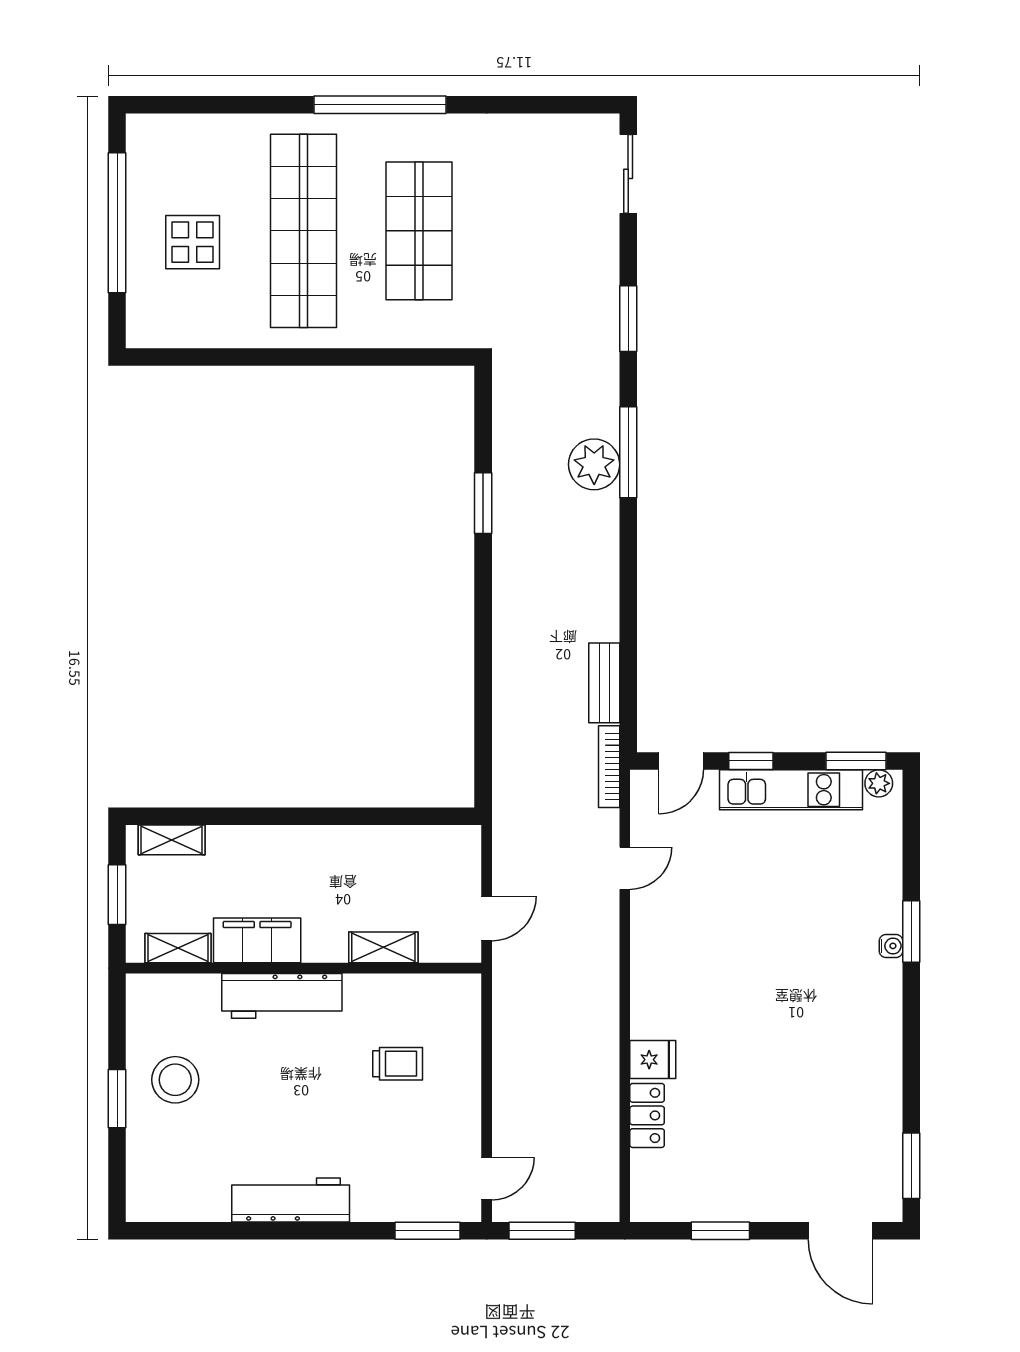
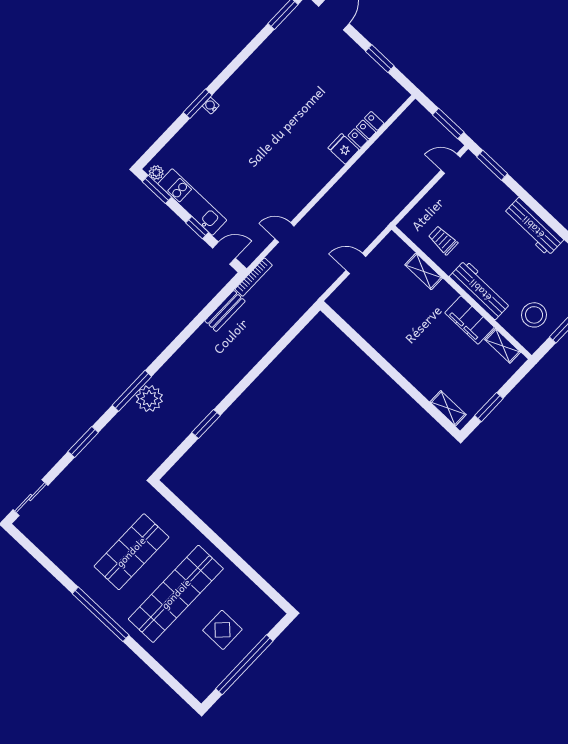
filing cabinet: (257, 940) -> (469, 320), moved
shelving: (383, 947) -> (424, 271), moved
shelving: (178, 948) -> (503, 346), moved
wall: (304, 968) -> (462, 292), moved
workbench: (282, 996) -> (480, 290), moved

